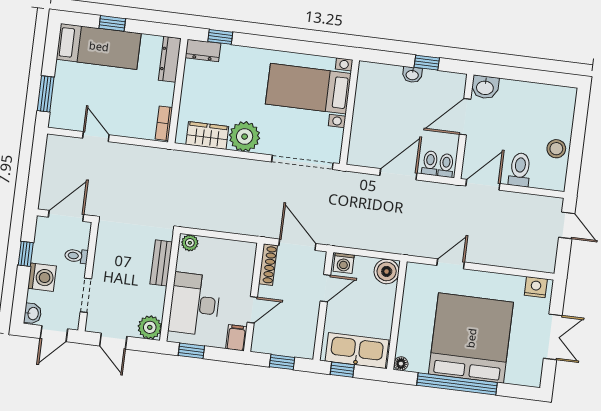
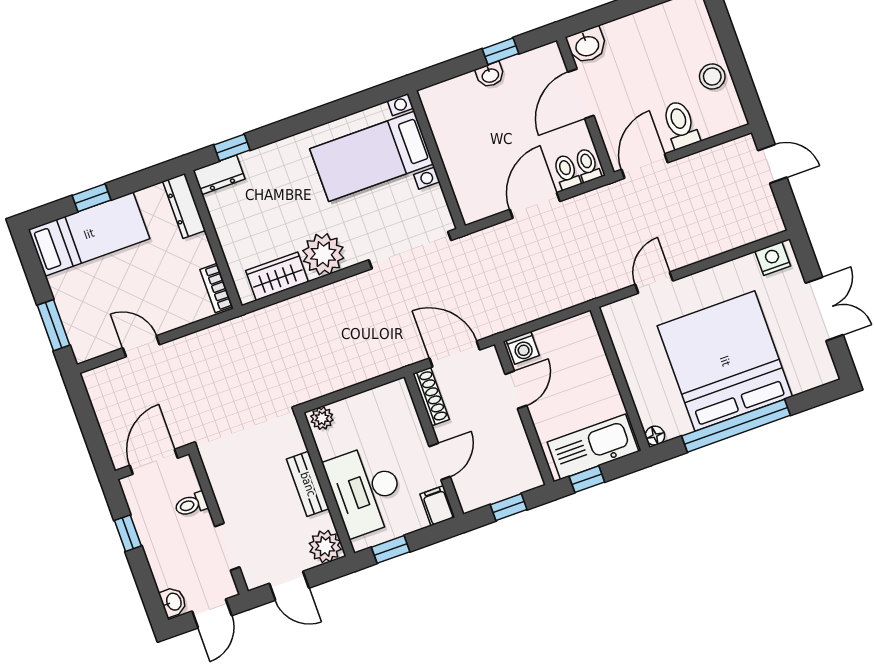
bench: (161, 263) -> (308, 484), moved
boiler: (387, 271) -> (580, 332), removed
washing machine: (42, 277) -> (162, 552), removed

